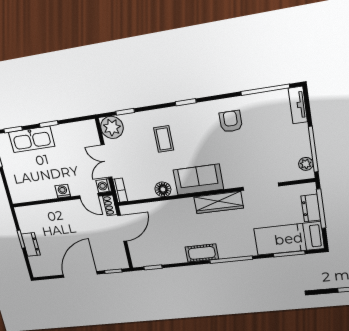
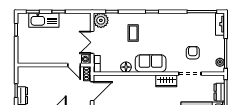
armchair: (231, 121) -> (193, 53), moved
washing machine: (63, 191) -> (56, 59), removed
wardrobe: (219, 202) -> (166, 81), width x0.67

